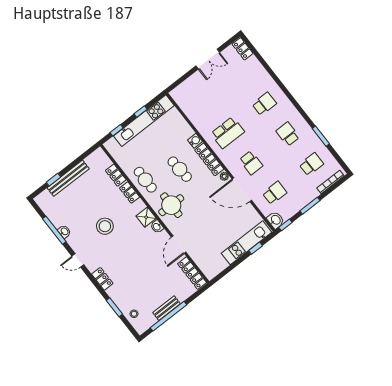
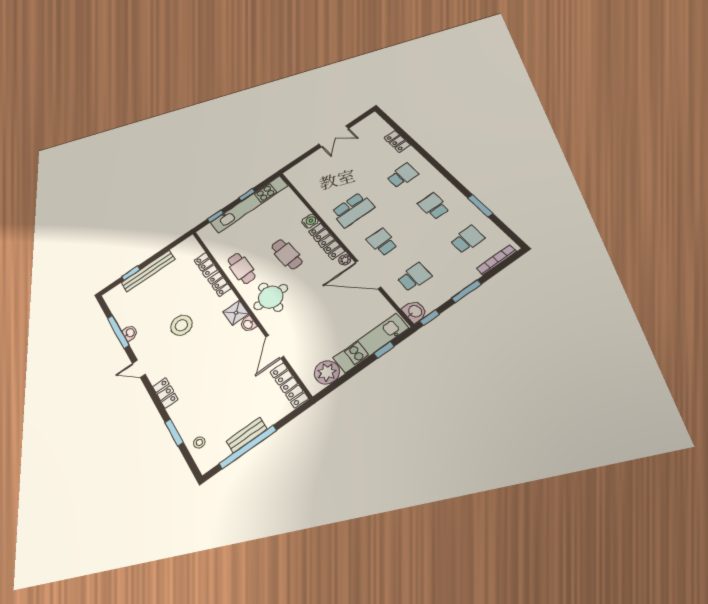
locker: (243, 49) -> (397, 141), moved
school desk: (251, 163) -> (382, 242), turned 180
plant: (218, 264) -> (327, 372), added

